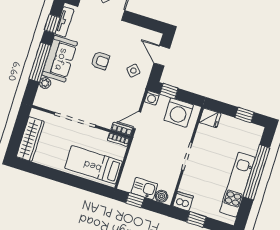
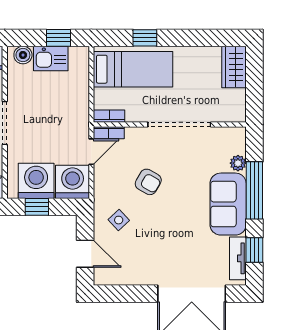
armchair: (100, 61) -> (148, 182), moved, turned -150
window: (169, 91) -> (37, 207), moved
washing machine: (152, 98) -> (73, 182), width x1.89, depth x1.89
wardrobe: (30, 139) -> (234, 67), width x0.67
window: (80, 183) -> (145, 38), added

